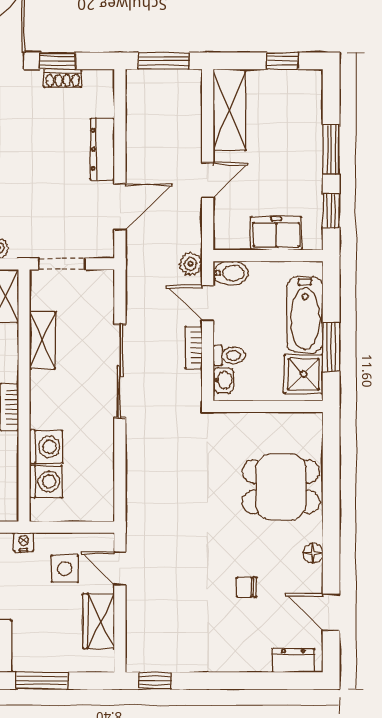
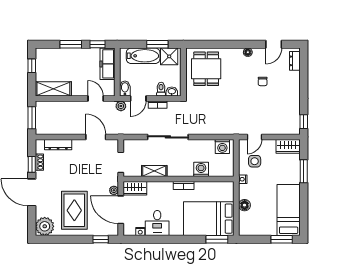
dresser: (102, 149) -> (58, 145), moved
door: (208, 180) -> (96, 98), moved
freezer: (276, 233) -> (107, 64), width x1.40
washing machine: (46, 482) -> (222, 146), moved, turned 180
dining table: (281, 487) -> (206, 69), moved
wardrobe: (99, 621) -> (288, 146), moved

